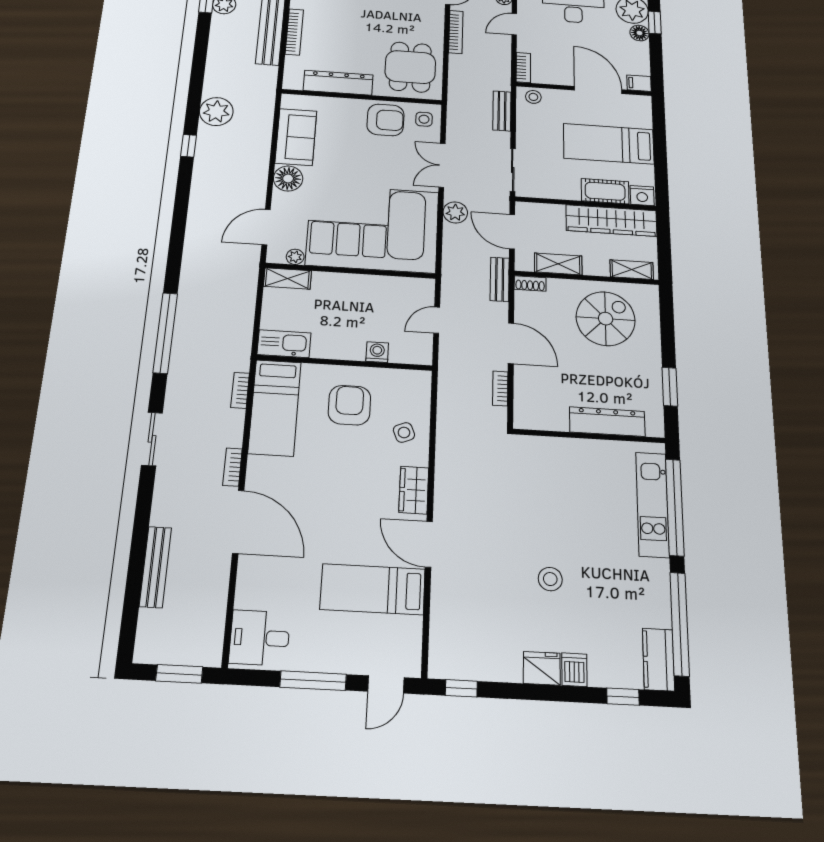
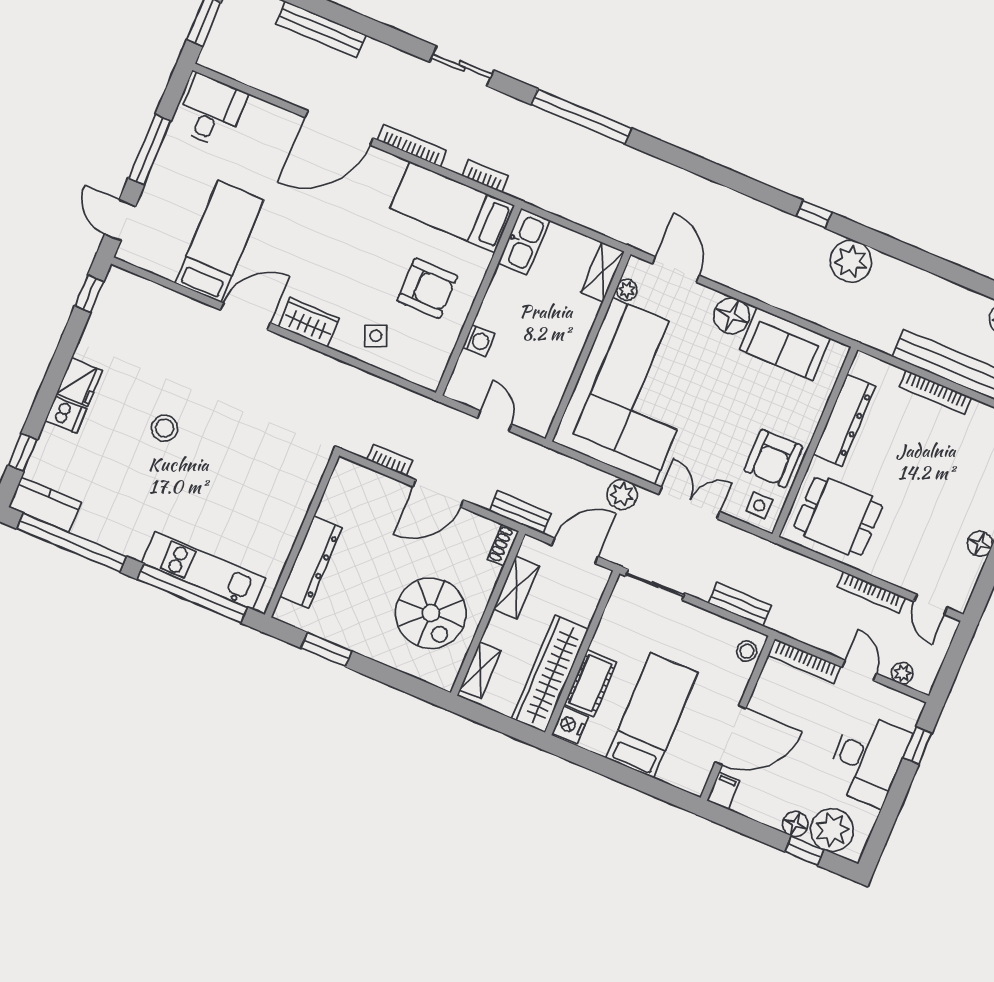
bookcase: (523, 68) -> (804, 661), width x1.56
bookcase: (233, 467) -> (412, 145), width x1.56

